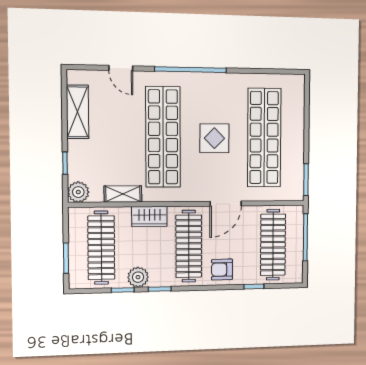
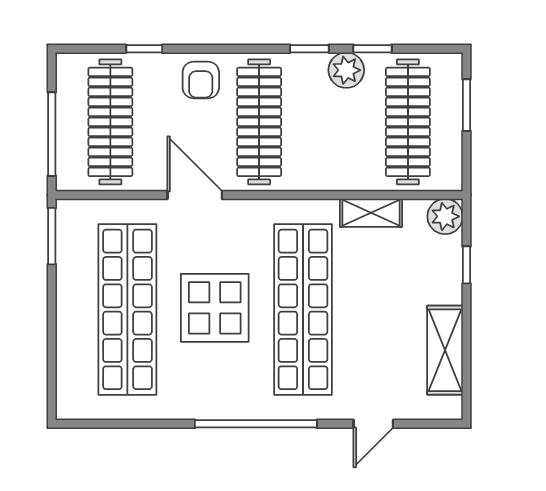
door: (121, 68) -> (373, 424), swing flipped
display table: (214, 138) -> (215, 308), width x1.36, depth x1.36
door: (226, 204) -> (195, 195), hinge flipped
wardrobe: (149, 216) -> (327, 174), removed
armchair: (222, 270) -> (201, 80), turned 90

